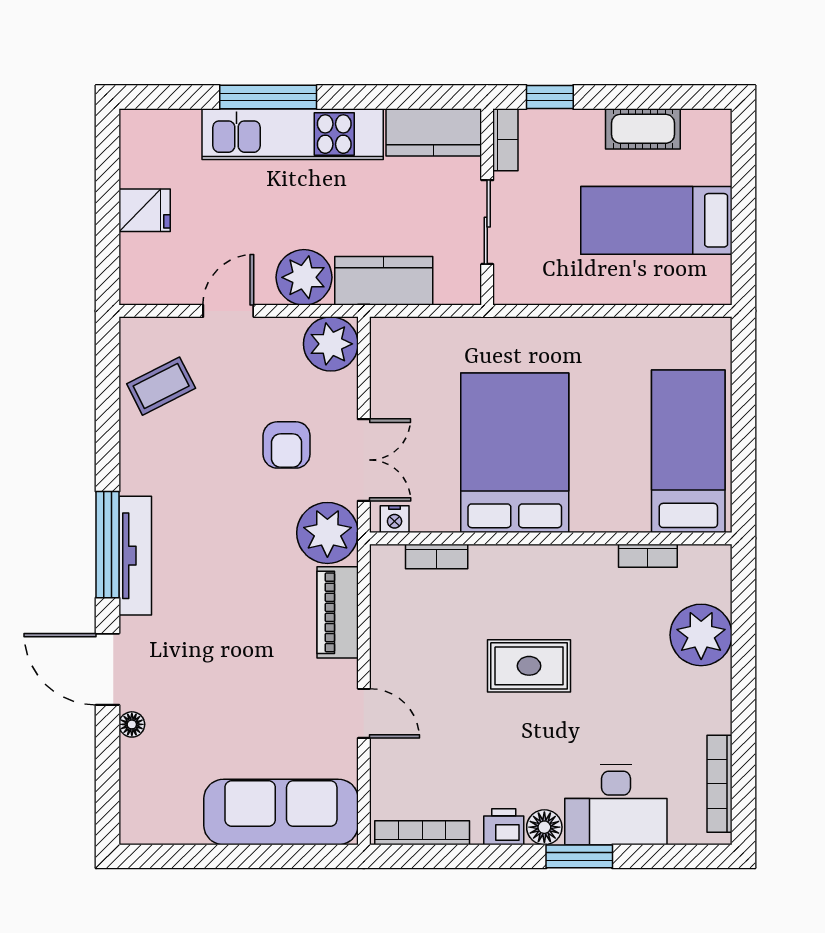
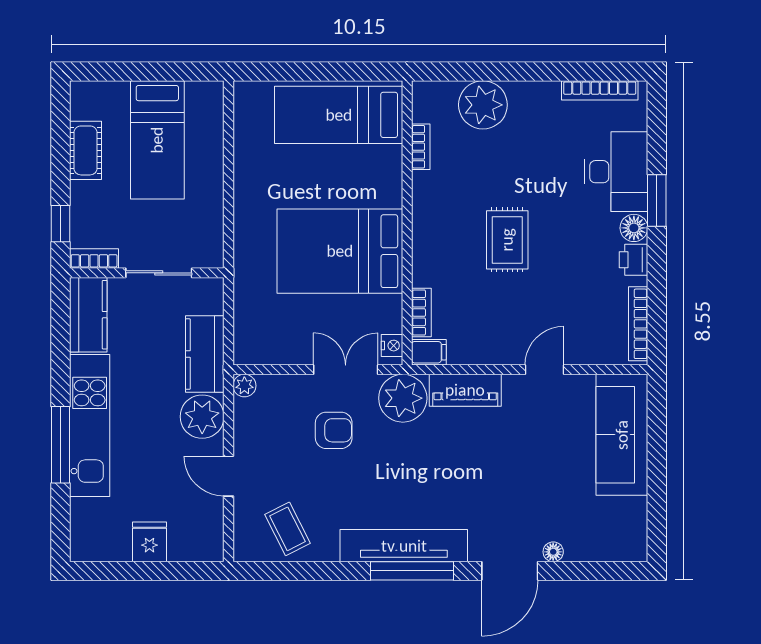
plant: (331, 344) -> (244, 386), width x0.53, depth x0.53
tv unit: (135, 556) -> (404, 546), width x1.36, depth x1.29
filing cabinet: (386, 566) -> (429, 352), added

